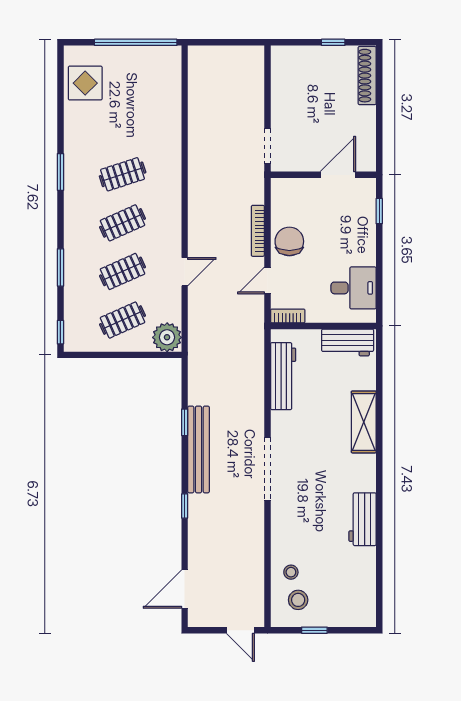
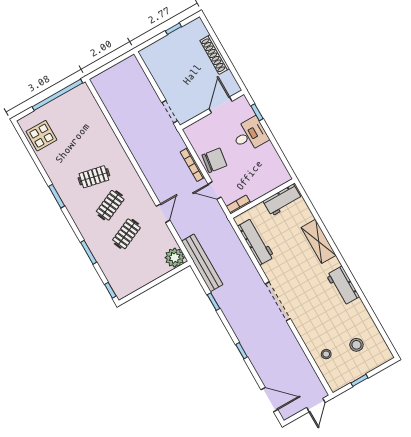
shoe rack: (367, 76) -> (215, 55), moved
clothes rail: (123, 174) -> (94, 177), turned 30
chair: (289, 241) -> (214, 160), turned 98
door: (267, 280) -> (215, 191), hinge flipped
desk: (354, 288) -> (250, 135), moved
clothes rail: (123, 320) -> (143, 262), removed
bench: (199, 449) -> (202, 263), moved
workbench: (362, 519) -> (343, 286), moved
door: (185, 589) -> (269, 400), swing flipped
stool: (298, 600) -> (356, 345), moved
door: (240, 630) -> (316, 405), hinge flipped

